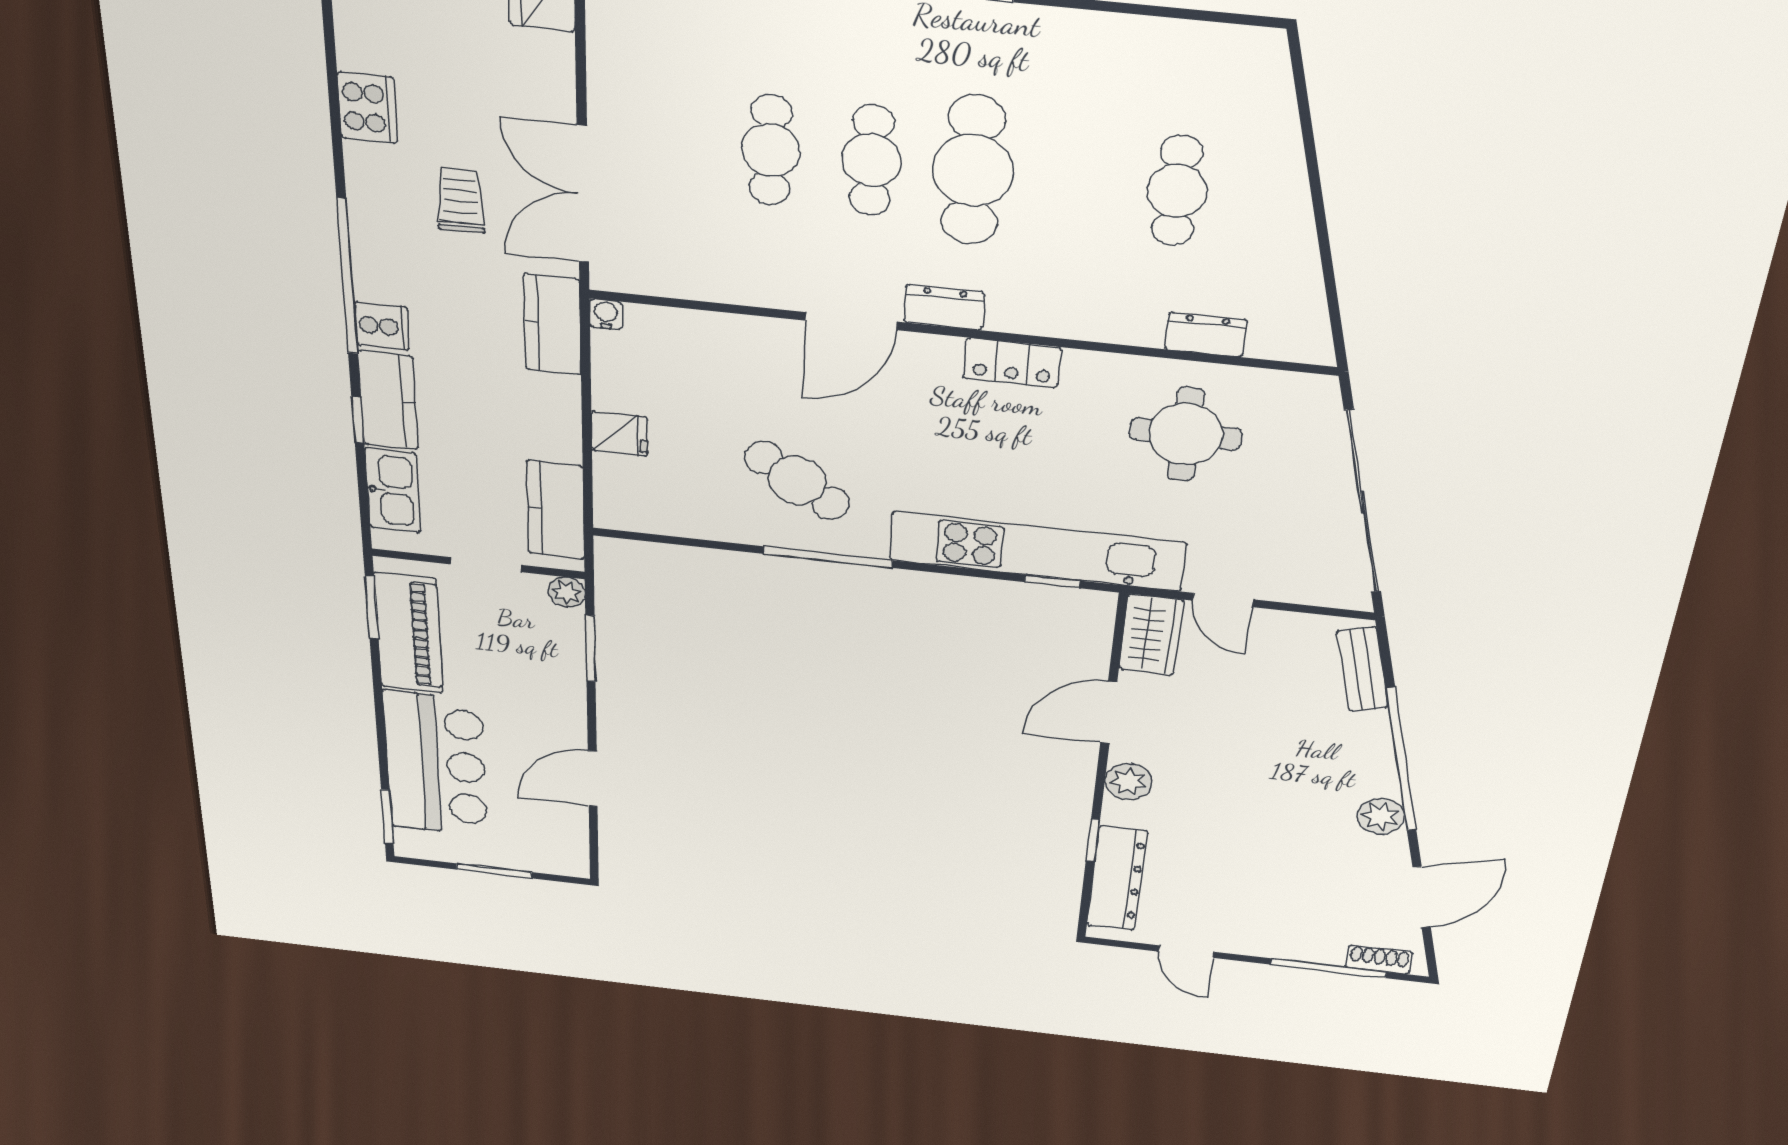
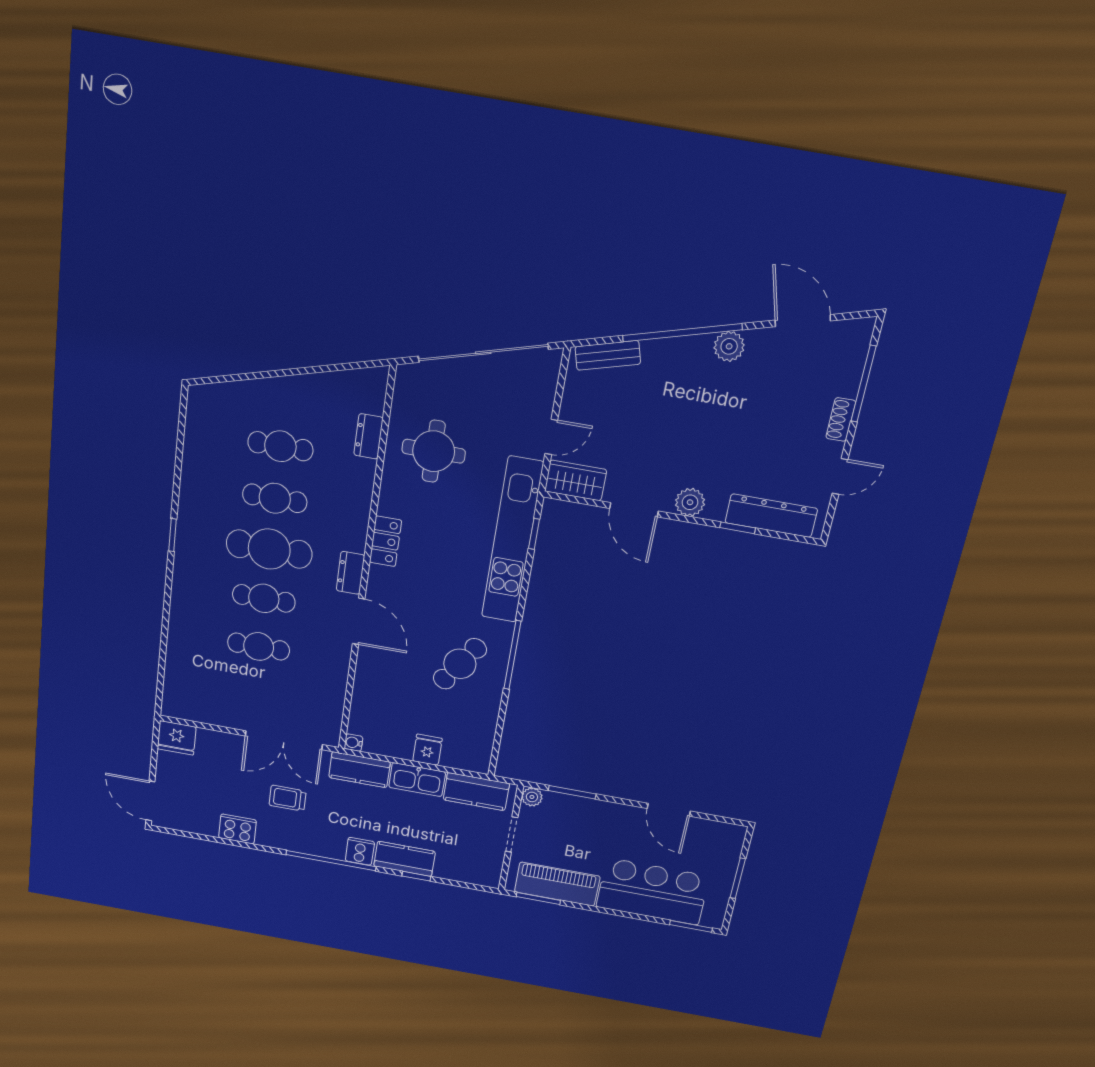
cafe table: (1075, 181) -> (275, 498), added
kitchen sink: (393, 490) -> (417, 780), moved, turned 180
shoe rack: (1379, 960) -> (841, 419), moved

